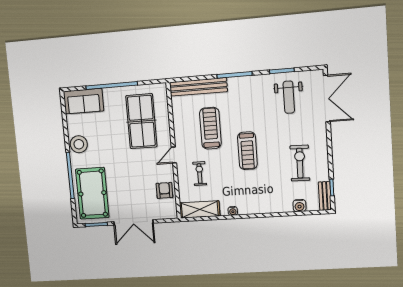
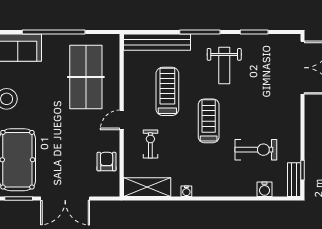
weight bench: (289, 97) -> (224, 65), moved
treadmill: (247, 151) -> (209, 121), turned 180
exercise bike: (300, 163) -> (256, 150), moved, turned 89

